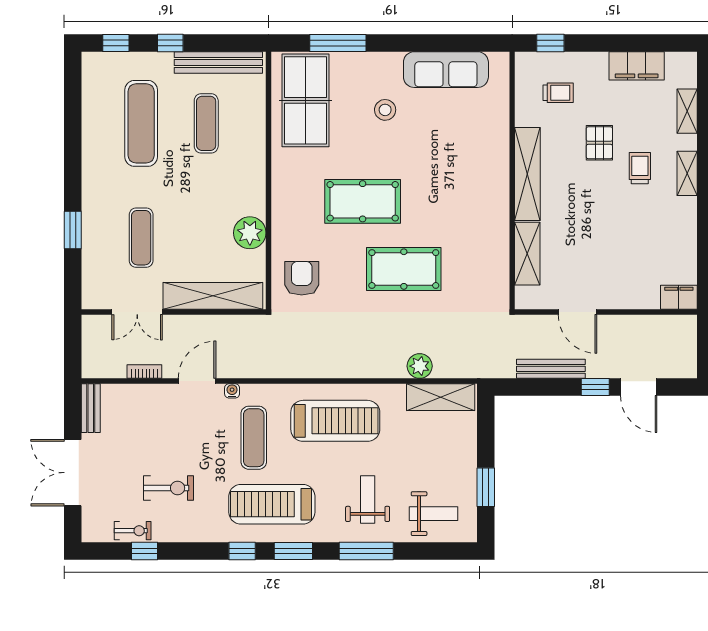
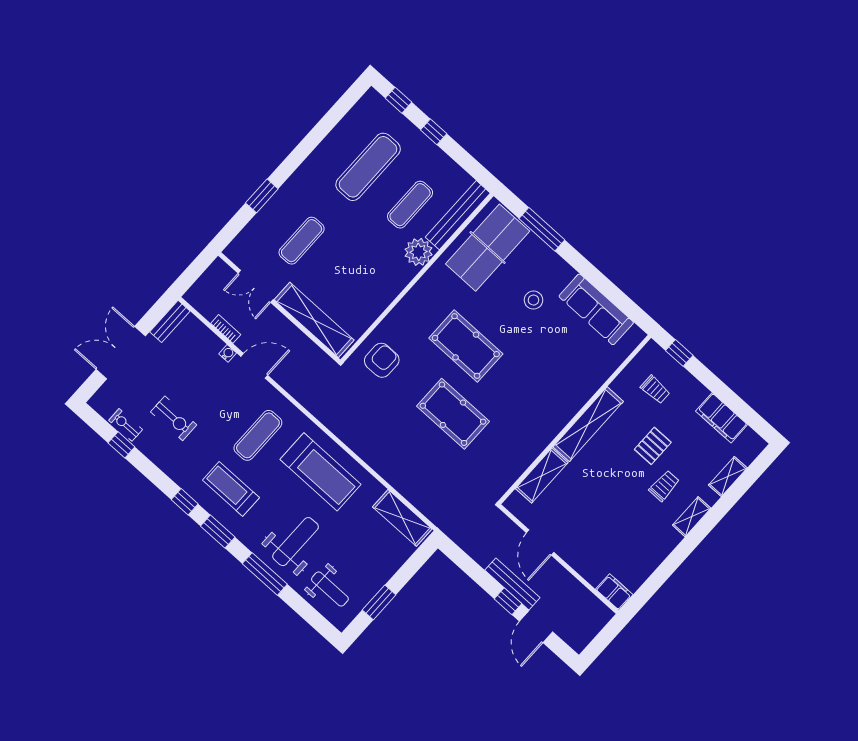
bench: (218, 63) -> (458, 215), moved, turned 90
plant: (250, 233) -> (419, 252), moved
plant: (420, 366) -> (407, 486), removed
bench: (551, 369) -> (512, 584), moved
water cooler: (232, 391) -> (228, 353), moved
weight bench: (368, 500) -> (296, 542), width x1.36, depth x1.33
treadmill: (272, 504) -> (231, 489), width x0.73, depth x0.73
exercise bike: (133, 531) -> (126, 425), turned 180

